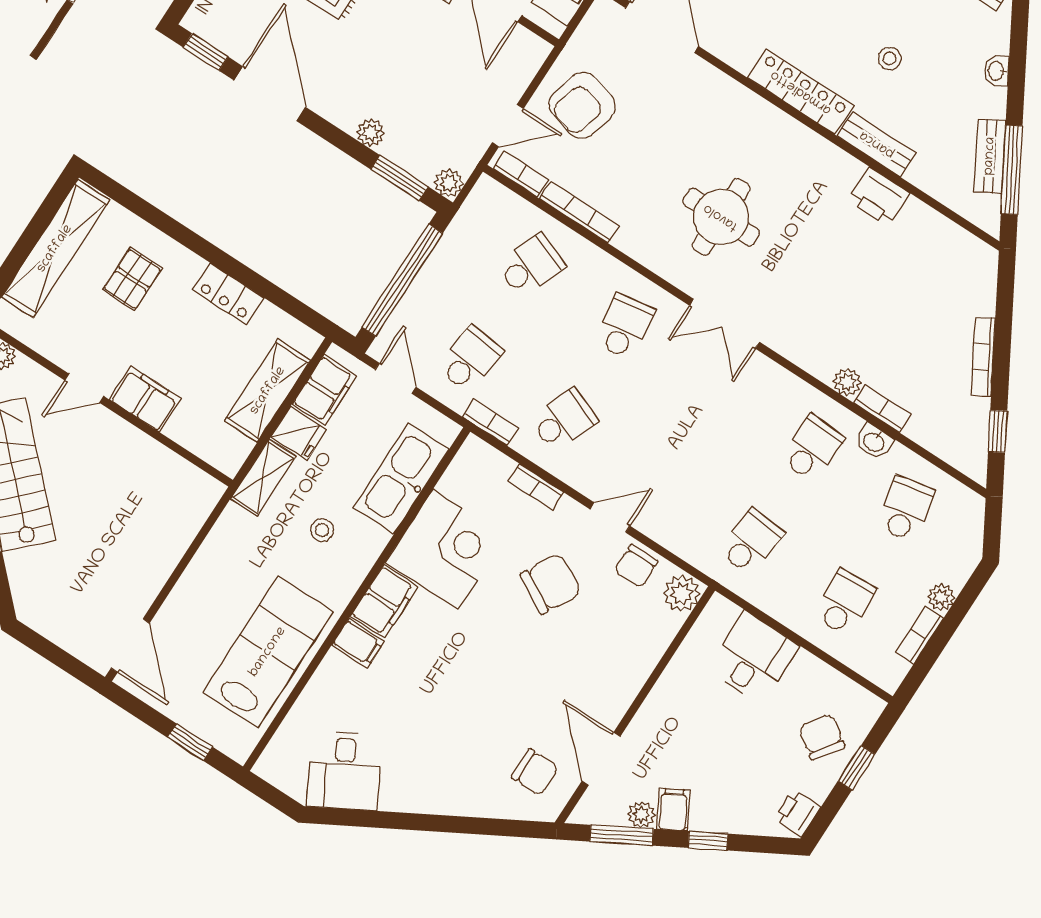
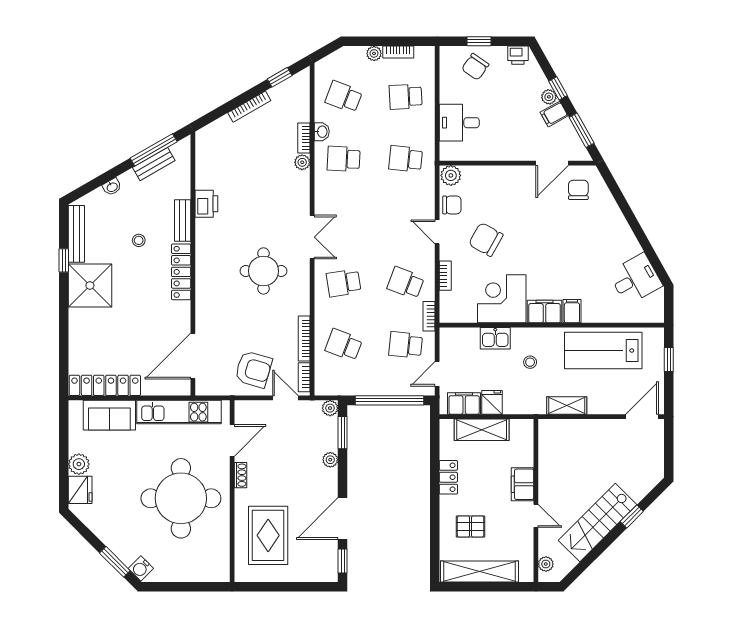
shelving: (263, 478) -> (567, 405), moved
kitchen sink: (401, 479) -> (495, 338), width x0.53, depth x0.81
school desk: (906, 509) -> (344, 97), turned 33
plant: (641, 815) -> (549, 97), moved

